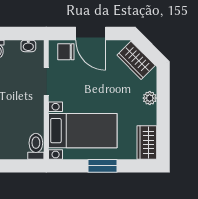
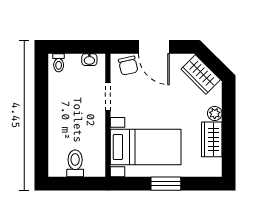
chair: (66, 52) -> (128, 66), turned -103
wardrobe: (147, 142) -> (212, 139), moved
toilet: (36, 146) -> (75, 163), moved

